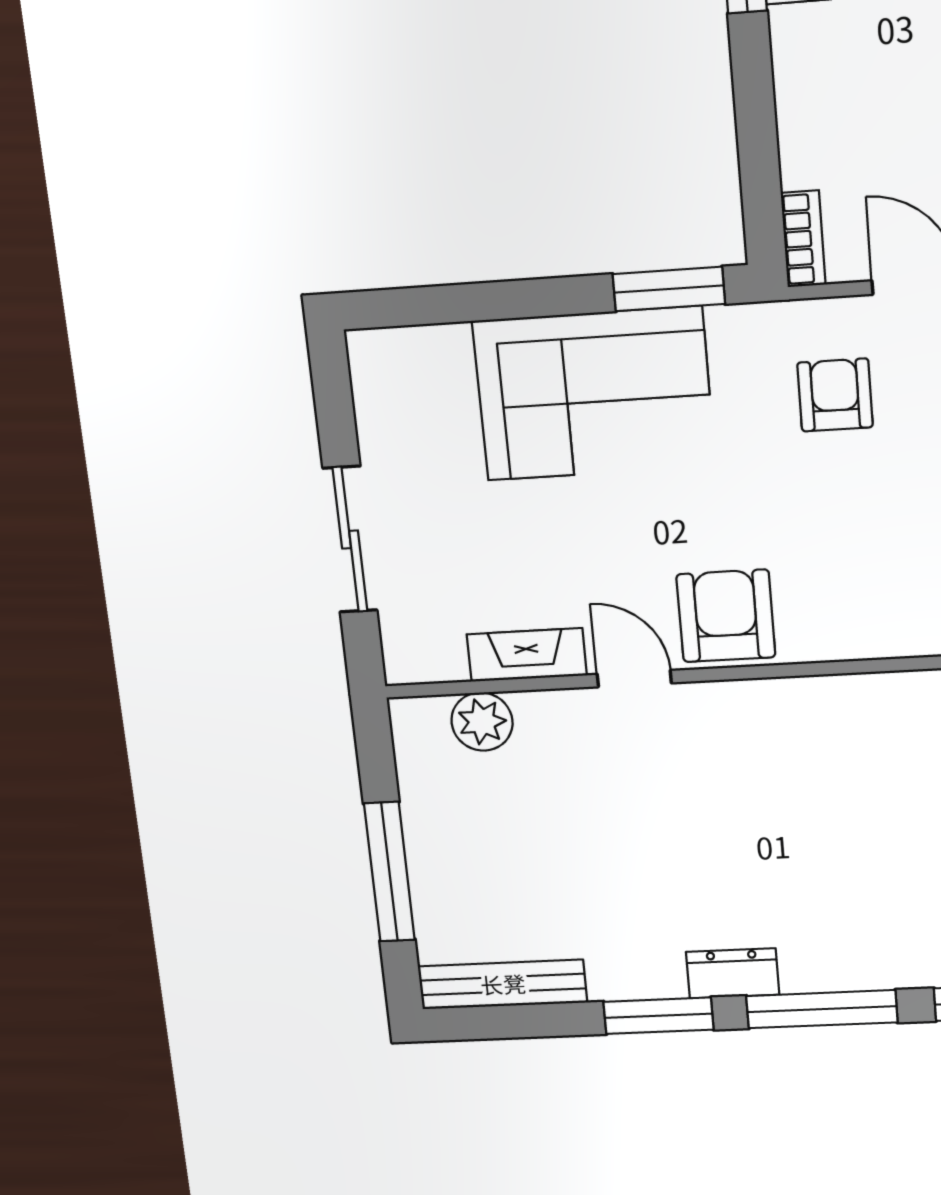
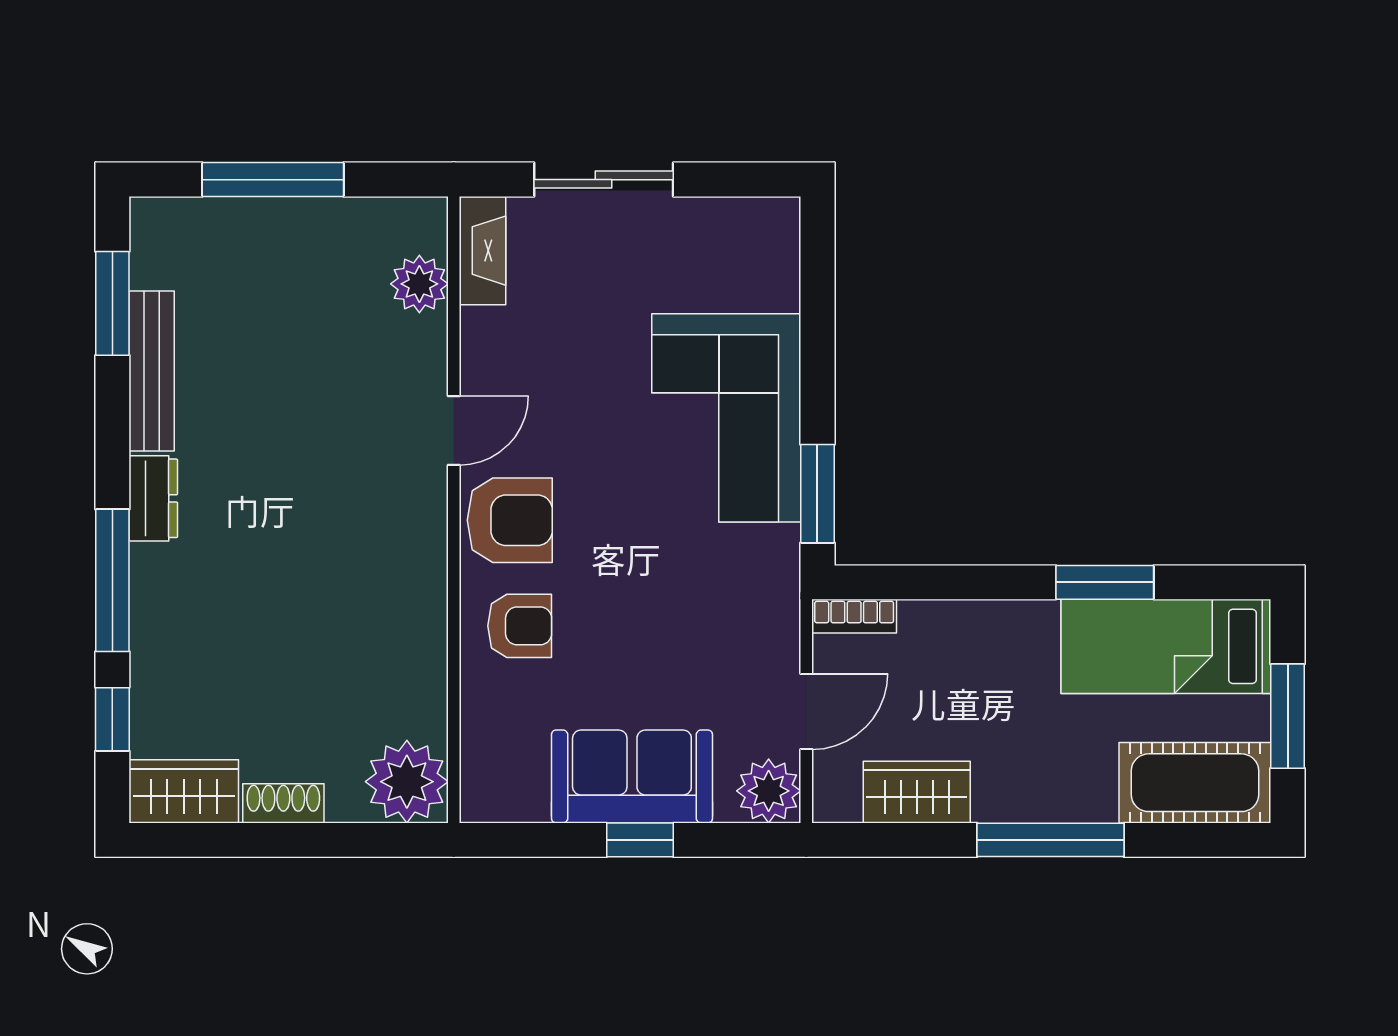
armchair: (835, 395) -> (520, 626), moved
fireplace: (527, 655) -> (483, 251), moved
bench: (503, 984) -> (152, 371), moved
window: (658, 1016) -> (112, 303), moved

